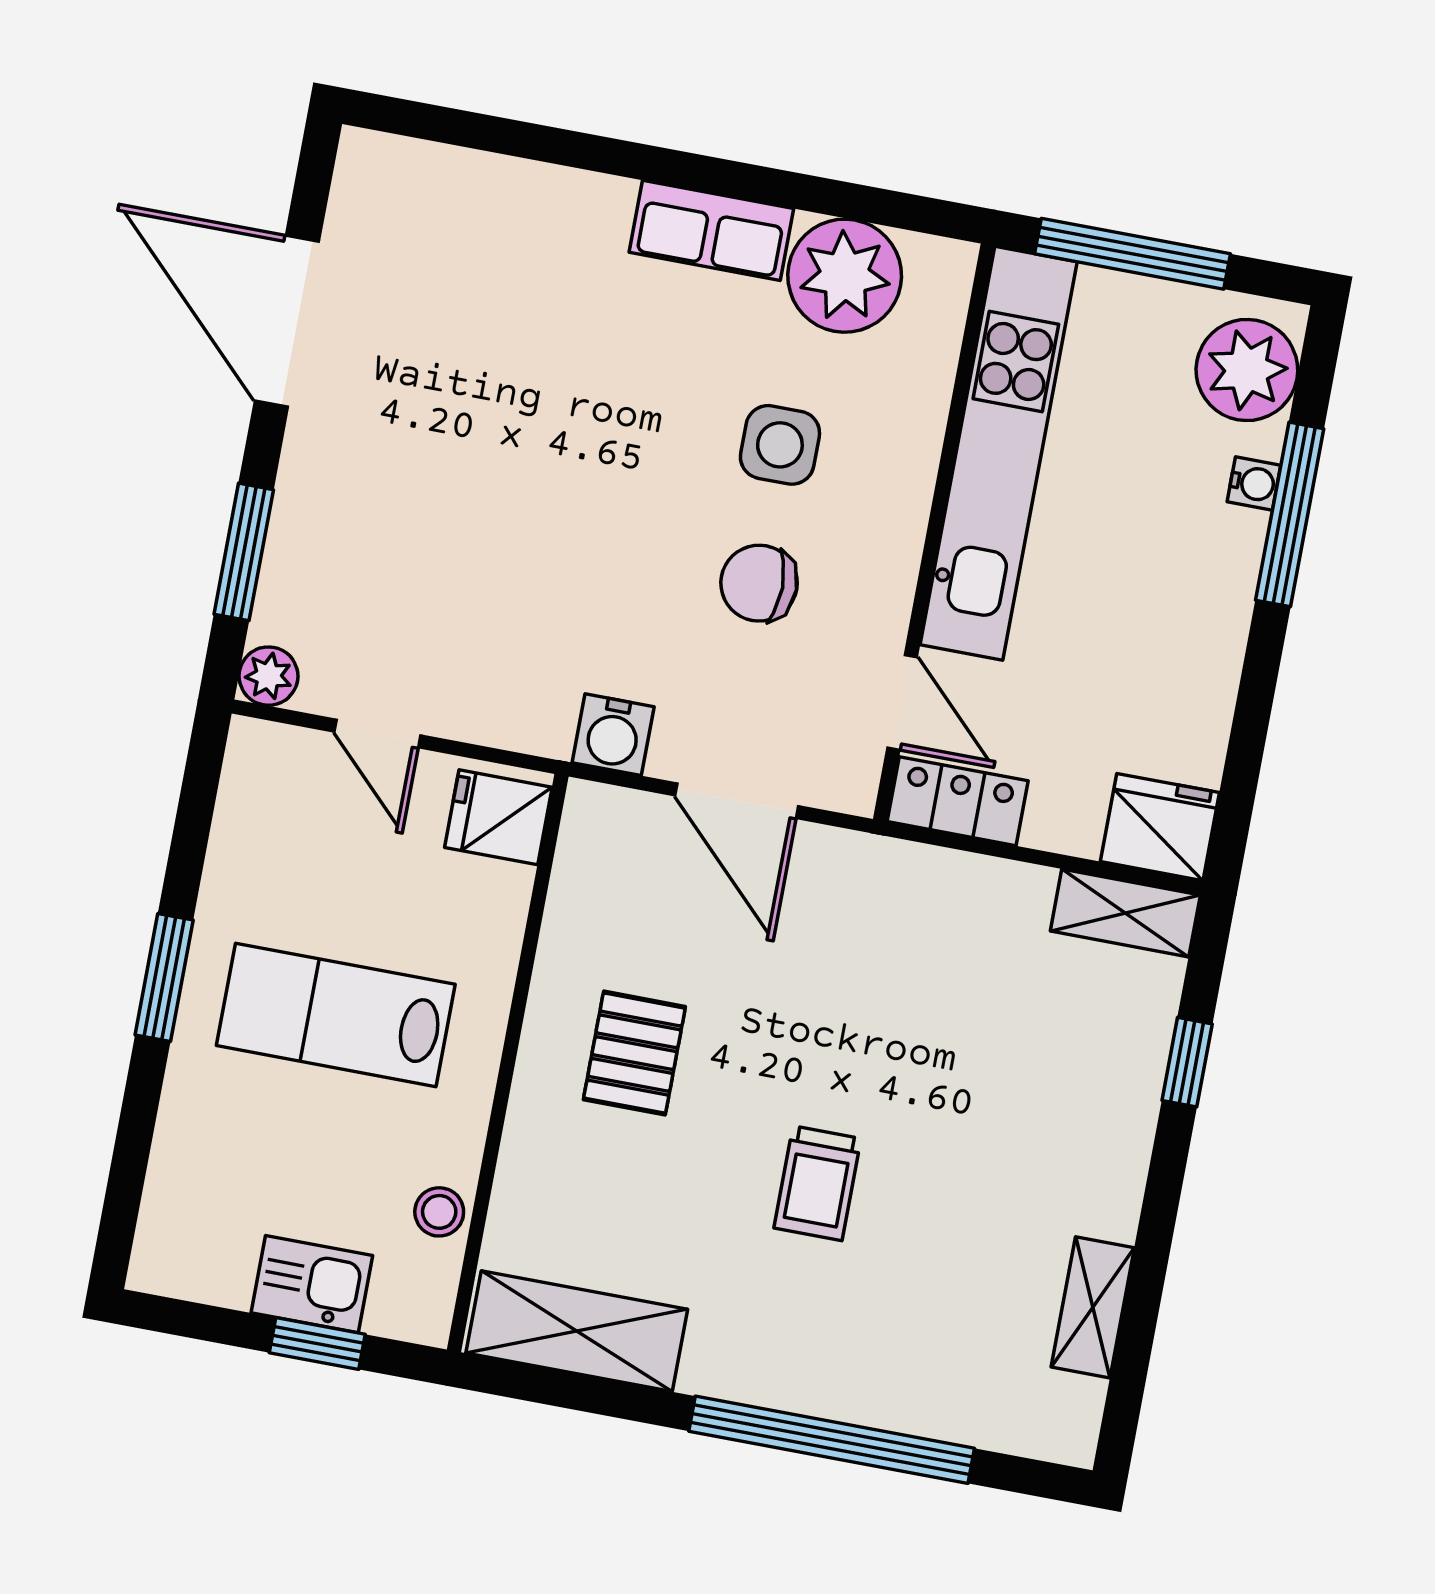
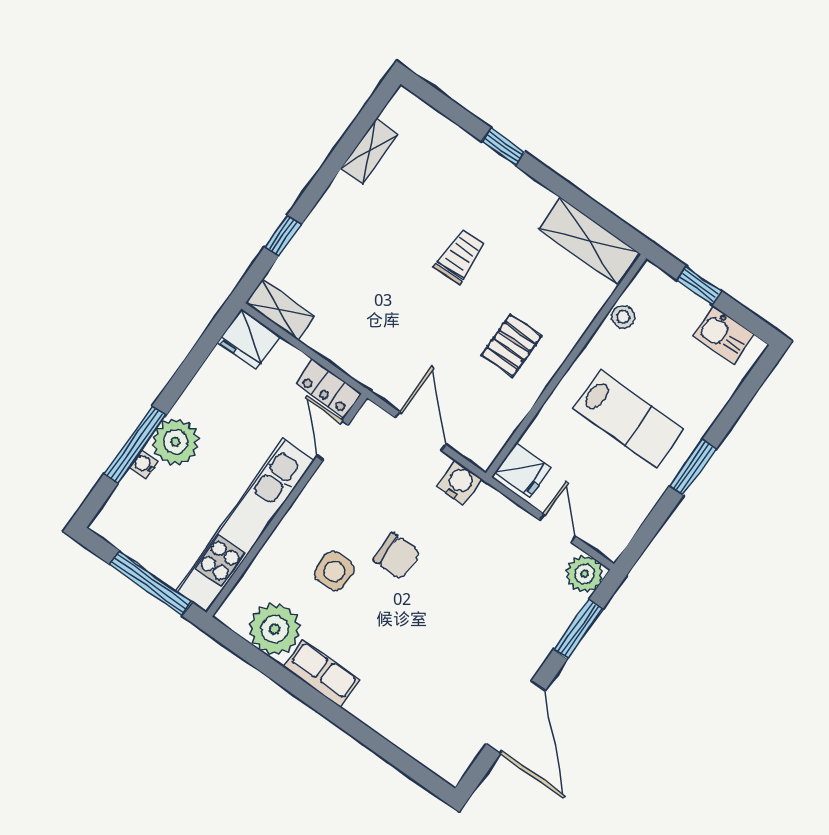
plant: (1247, 370) -> (175, 442), moved
chair: (759, 583) -> (397, 556), moved
plant: (268, 676) -> (585, 574), width x1.38, depth x1.38
kitchen sink: (312, 1284) -> (724, 335), moved
window: (832, 1440) -> (503, 147), width x0.32

